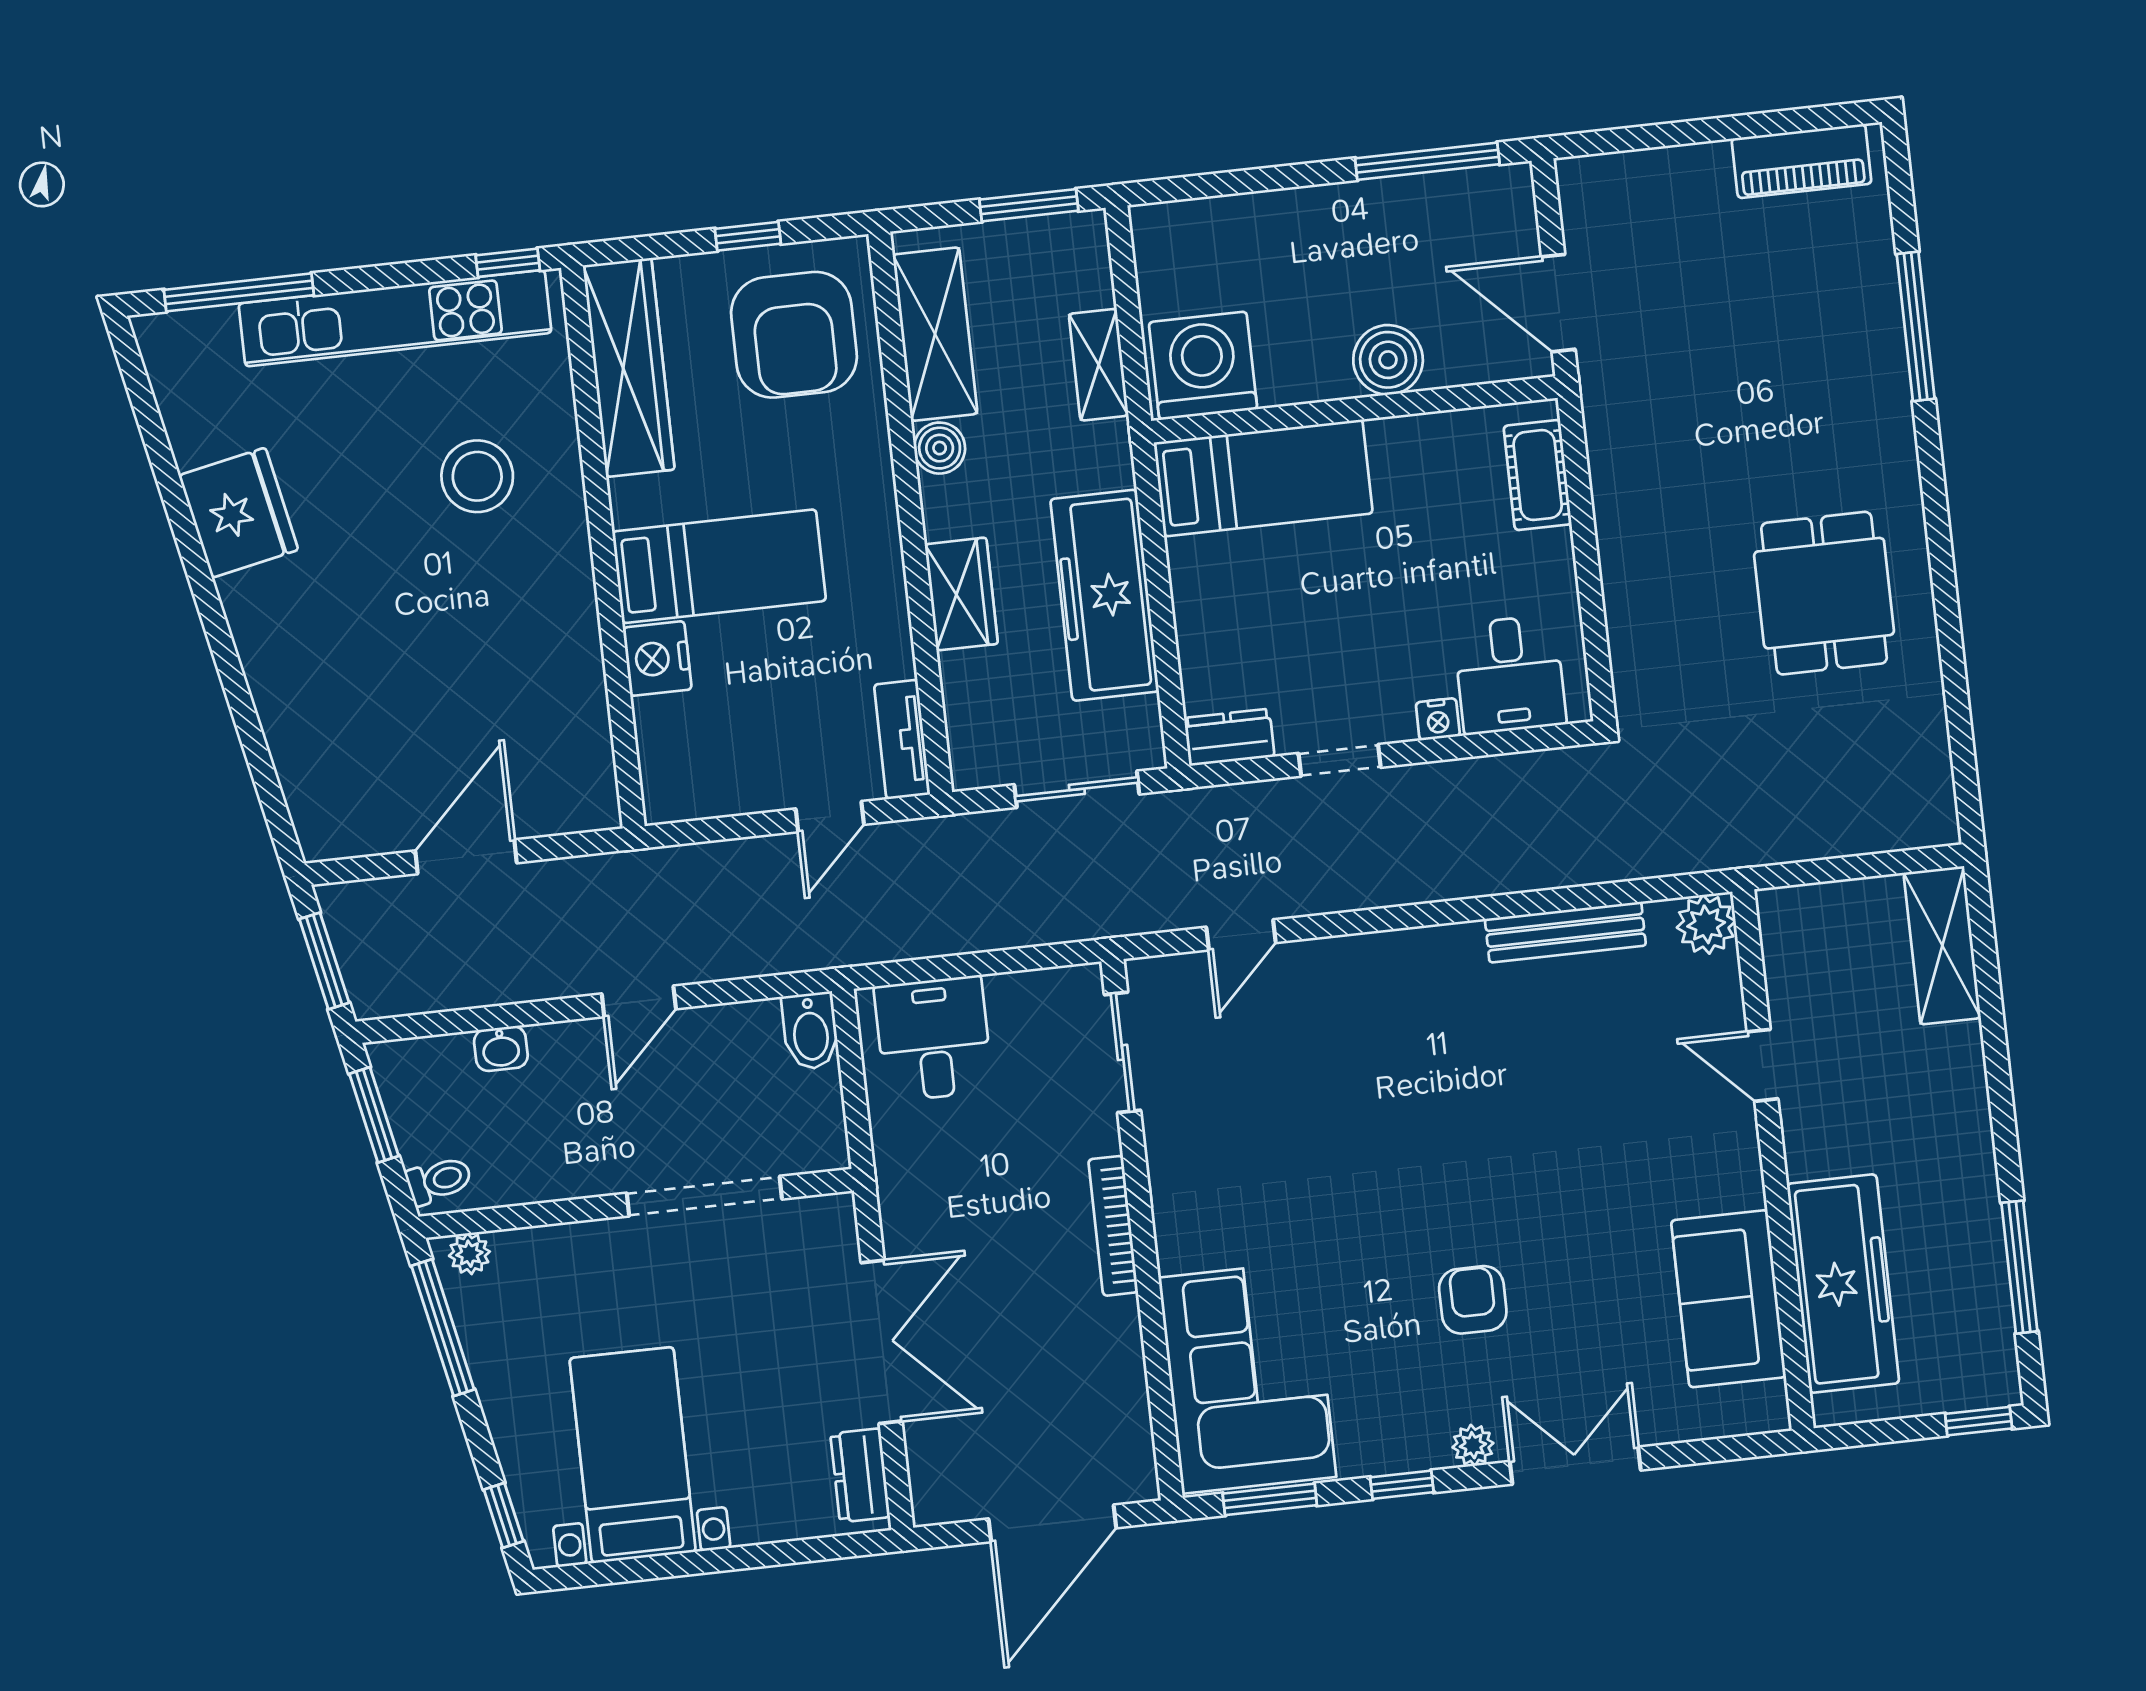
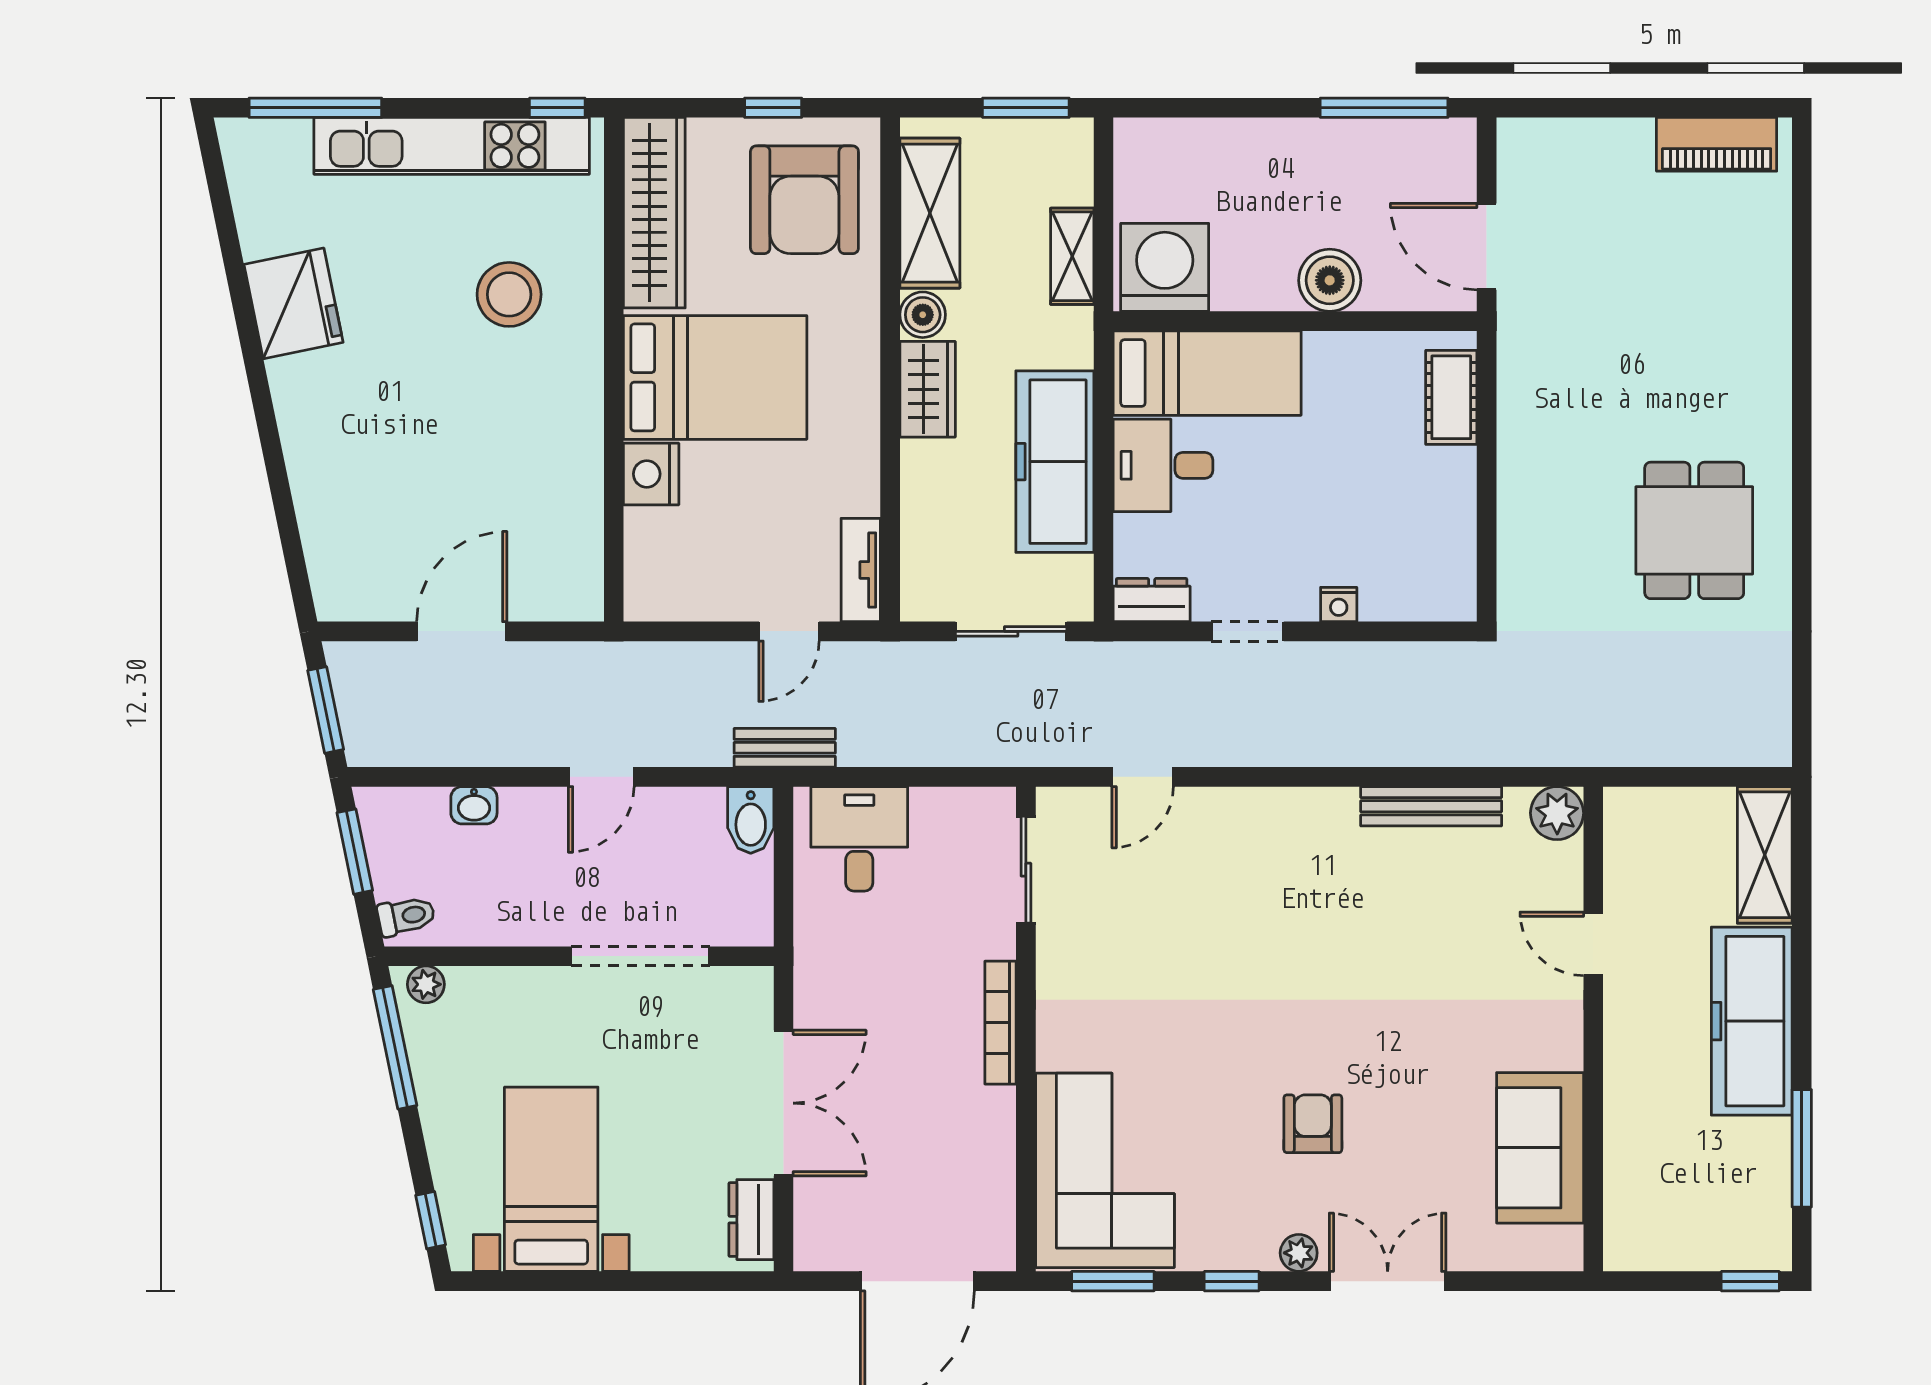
window: (1916, 326) -> (1802, 302), removed
bed: (719, 566) -> (715, 377), width x1.50
wardrobe: (961, 594) -> (928, 389), moved
desk: (1510, 675) -> (1163, 465), moved, turned 90
bench: (839, 947) -> (785, 748), added
freezer: (1843, 1284) -> (1752, 1021), moved, turned 180

